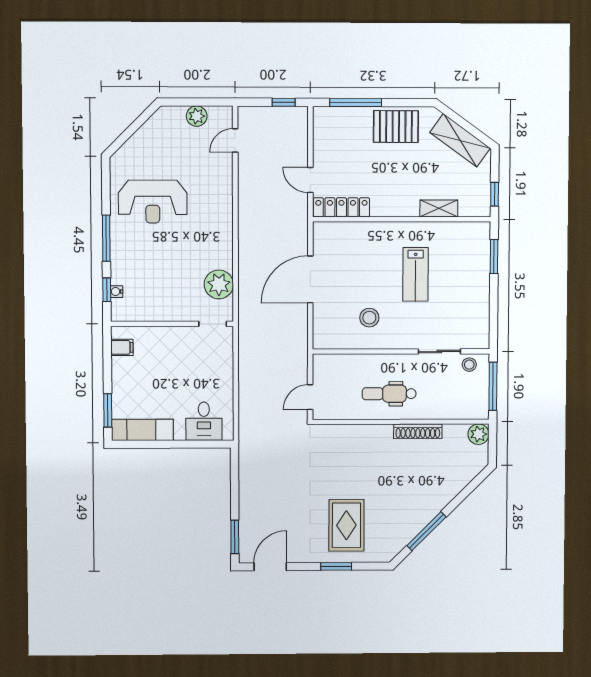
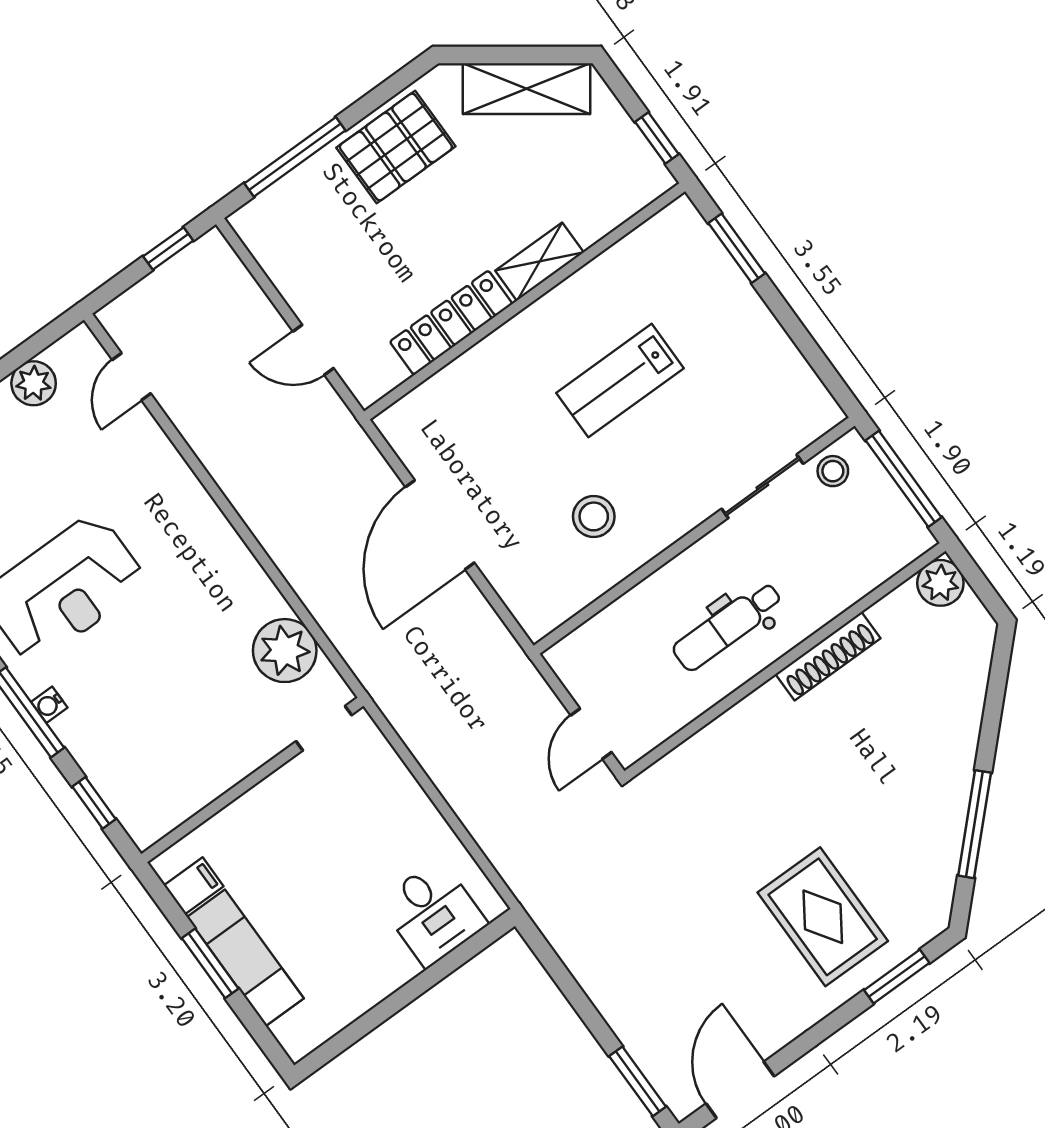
locker: (341, 207) -> (451, 323), moved
shelving: (439, 208) -> (539, 262), moved
lab bench: (416, 274) -> (620, 381), turned 90
water cooler: (117, 292) -> (49, 705), moved
window: (108, 410) -> (210, 963), moved
exam couch: (142, 430) -> (245, 958), moved, turned 90
window: (336, 566) -> (897, 977), moved

